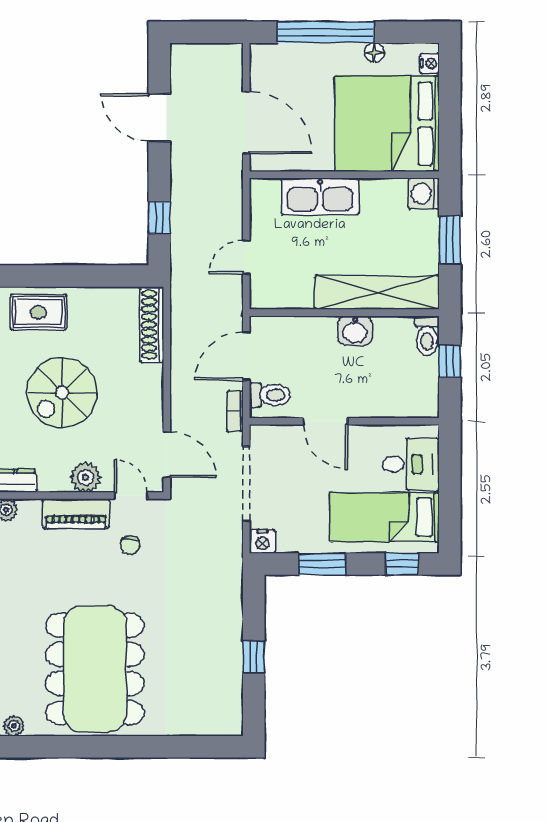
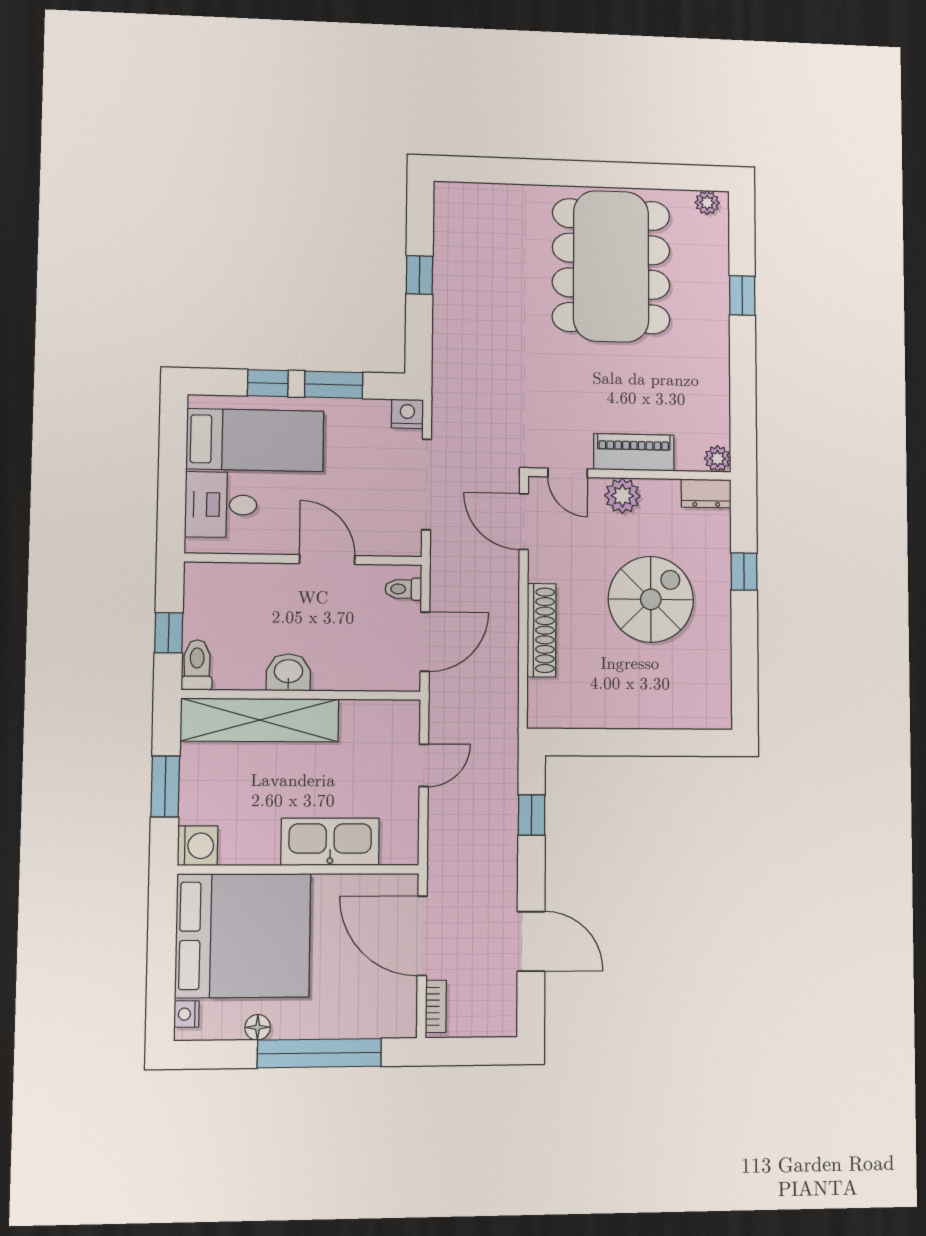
rug: (39, 312) -> (679, 698), removed
shoe rack: (152, 325) -> (542, 630), moved
toilet: (270, 395) -> (403, 589), width x0.73, depth x0.72
bookcase: (235, 411) -> (436, 1006), moved
chair: (130, 545) -> (569, 413), removed
window: (402, 564) -> (268, 383), moved

